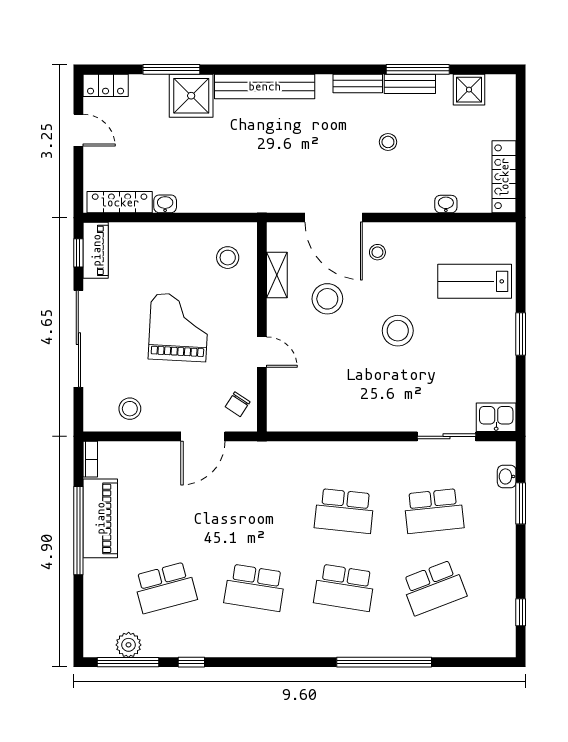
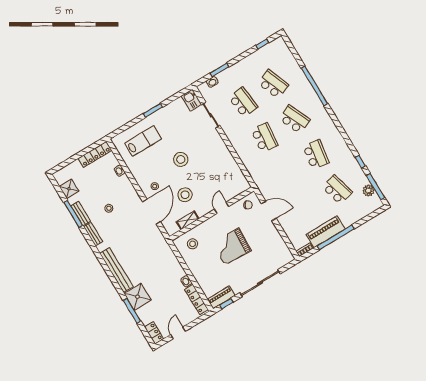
lab bench: (475, 281) -> (143, 141), turned -90
stool: (130, 409) -> (275, 246), removed
school desk: (344, 588) -> (295, 119), turned -33

